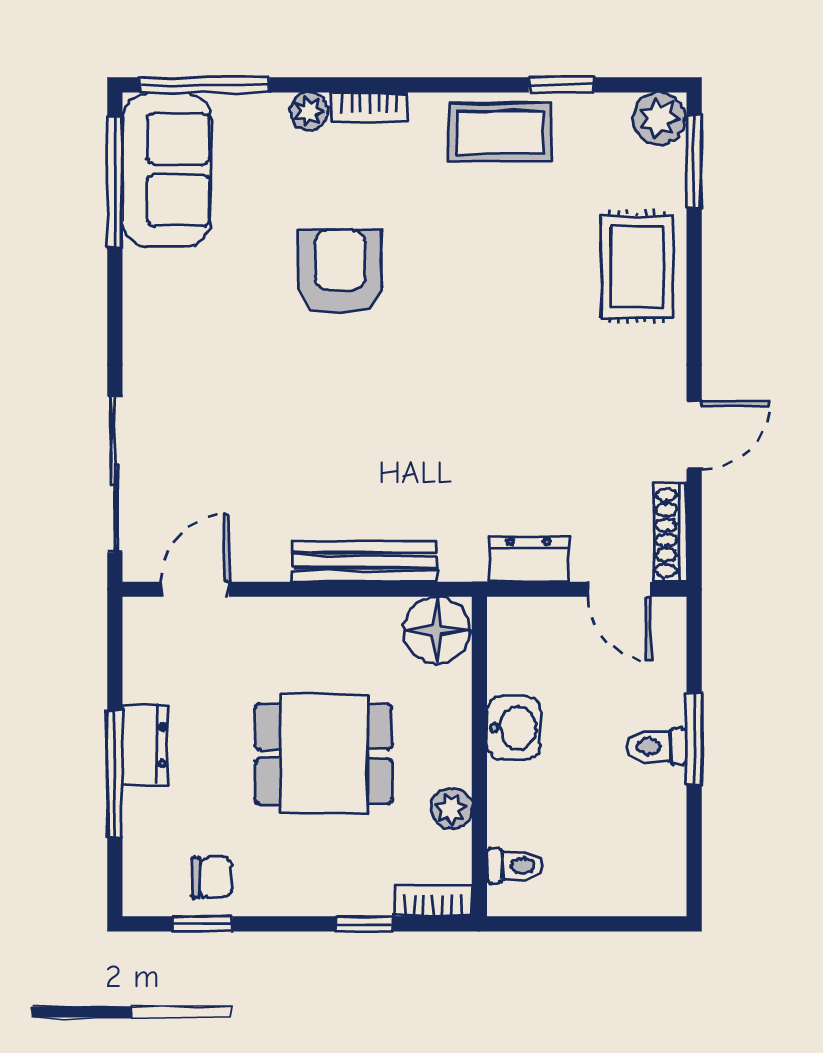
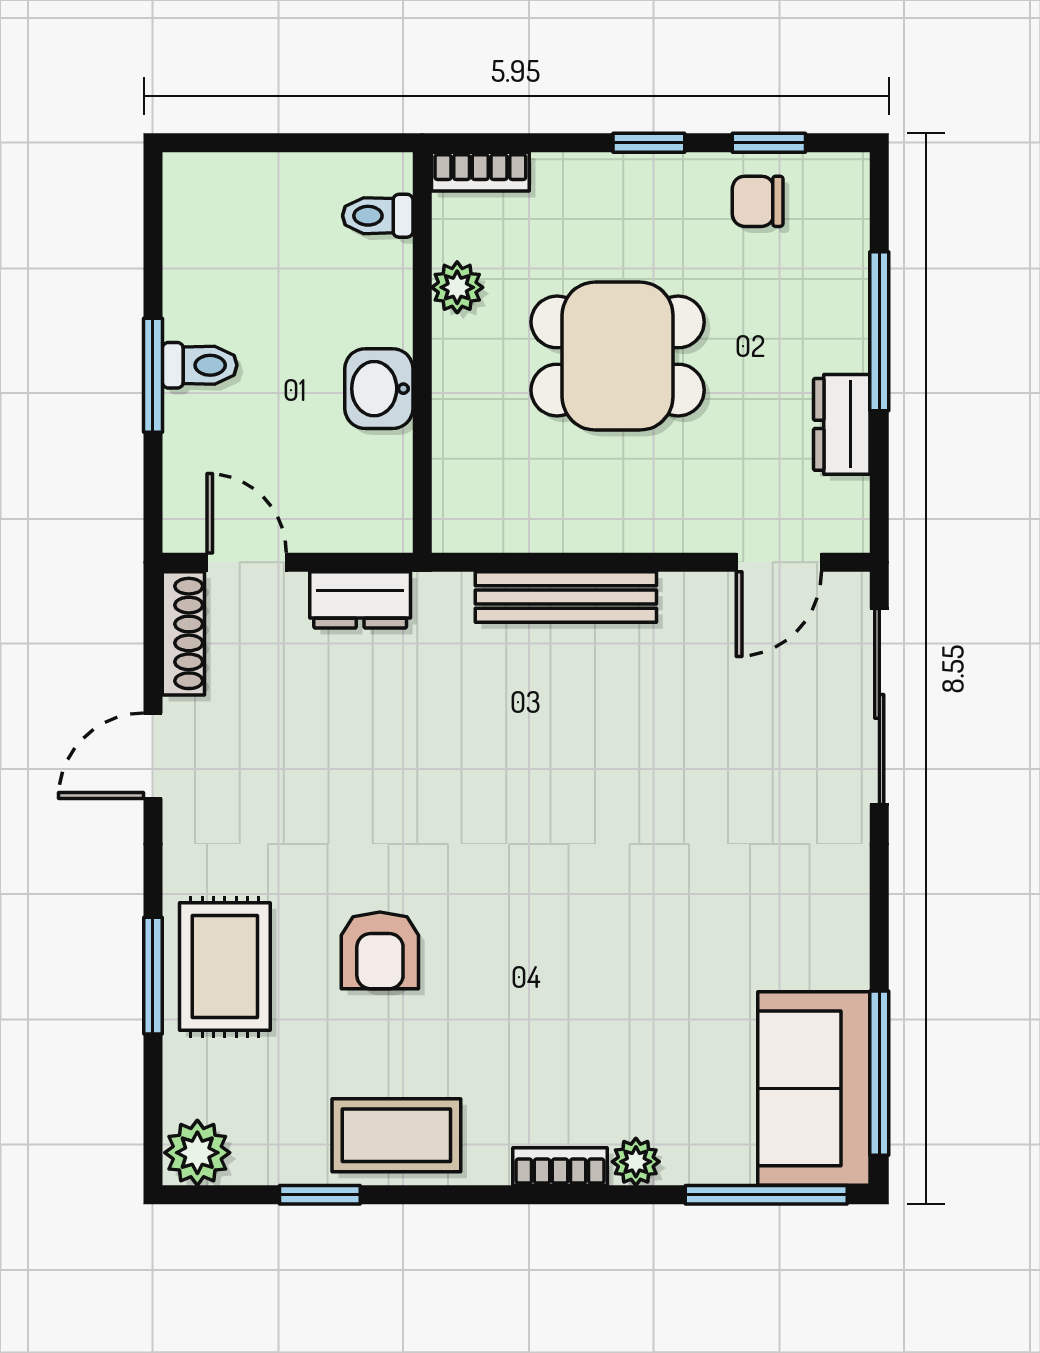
window: (694, 161) -> (153, 976), moved
armchair: (340, 272) -> (380, 950), moved, width x0.72, depth x0.72
floor lamp: (437, 630) -> (476, 511), removed
dresser: (145, 745) -> (842, 424), moved
window: (364, 924) -> (649, 143), moved

